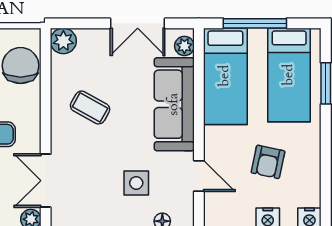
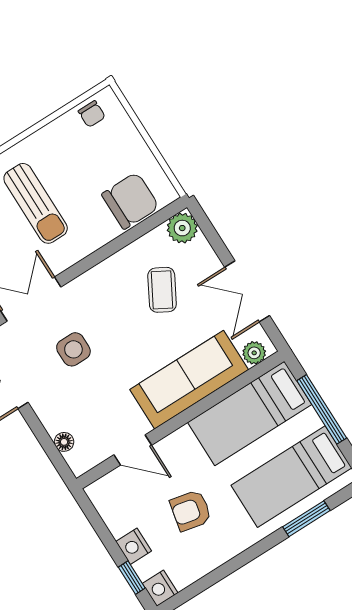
coffee table: (90, 107) -> (162, 290), moved
door: (199, 176) -> (133, 450), hinge flipped
side table: (136, 183) -> (73, 349), moved

